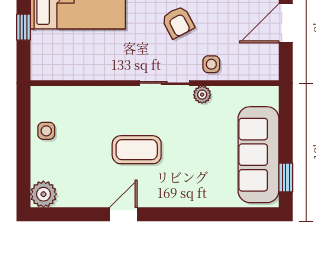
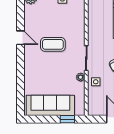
coffee table: (137, 150) -> (53, 44), turned 90
window: (286, 178) -> (67, 119), moved

